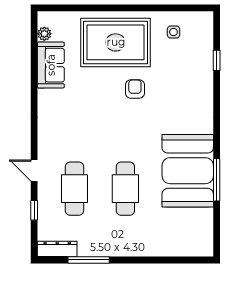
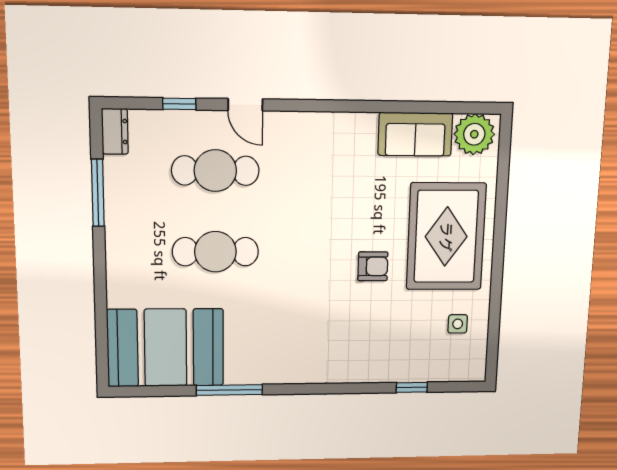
plant: (44, 34) -> (474, 134), width x1.88, depth x1.88
door: (34, 171) -> (245, 105), swing flipped
booth: (188, 171) -> (166, 348), moved
dresser: (57, 249) -> (115, 131), width x0.70

